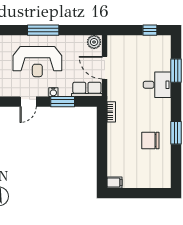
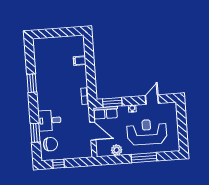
plant: (94, 42) -> (117, 150), moved
window: (63, 102) -> (112, 102), moved
chair: (150, 140) -> (50, 144), moved
filing cabinet: (115, 183) -> (80, 61), moved

